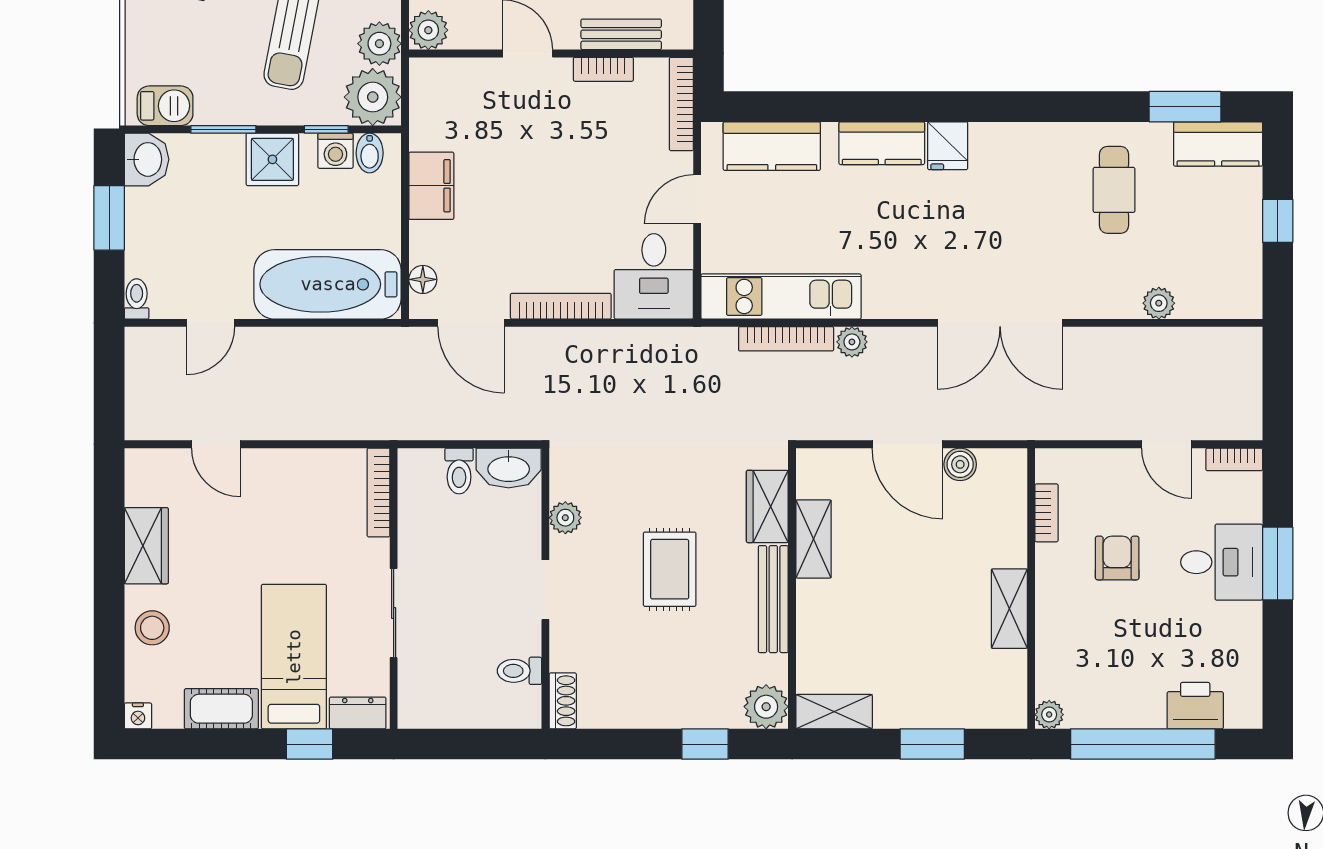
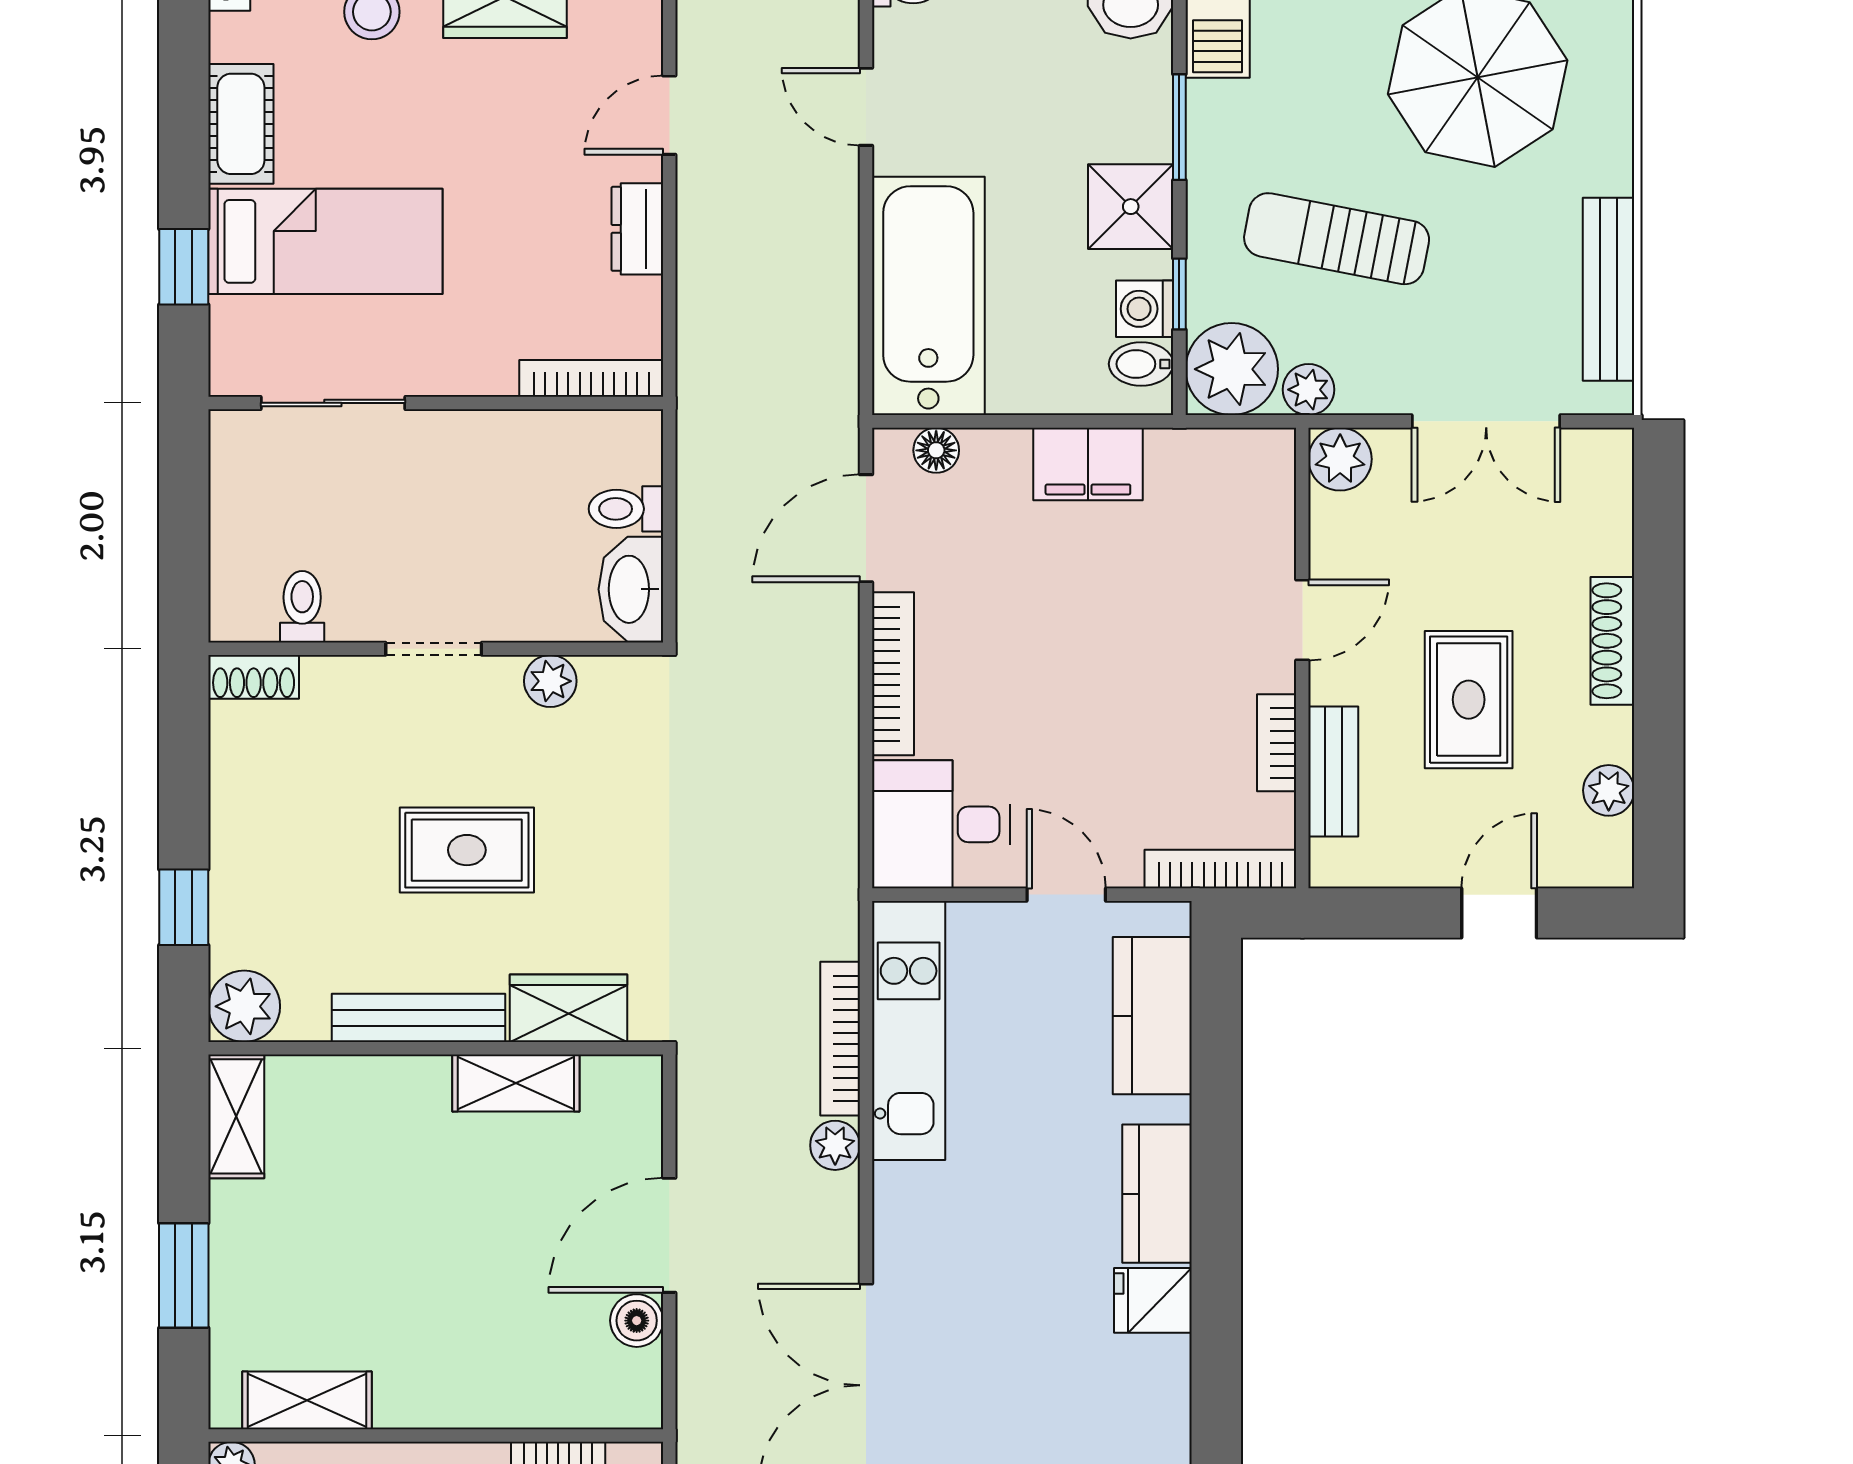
plant: (379, 44) -> (1309, 390), width x0.73, depth x0.73
shelving: (1009, 609) -> (307, 1400), moved
sliding door: (394, 613) -> (333, 403), moved
dresser: (358, 713) -> (637, 229), moved, turned 180

